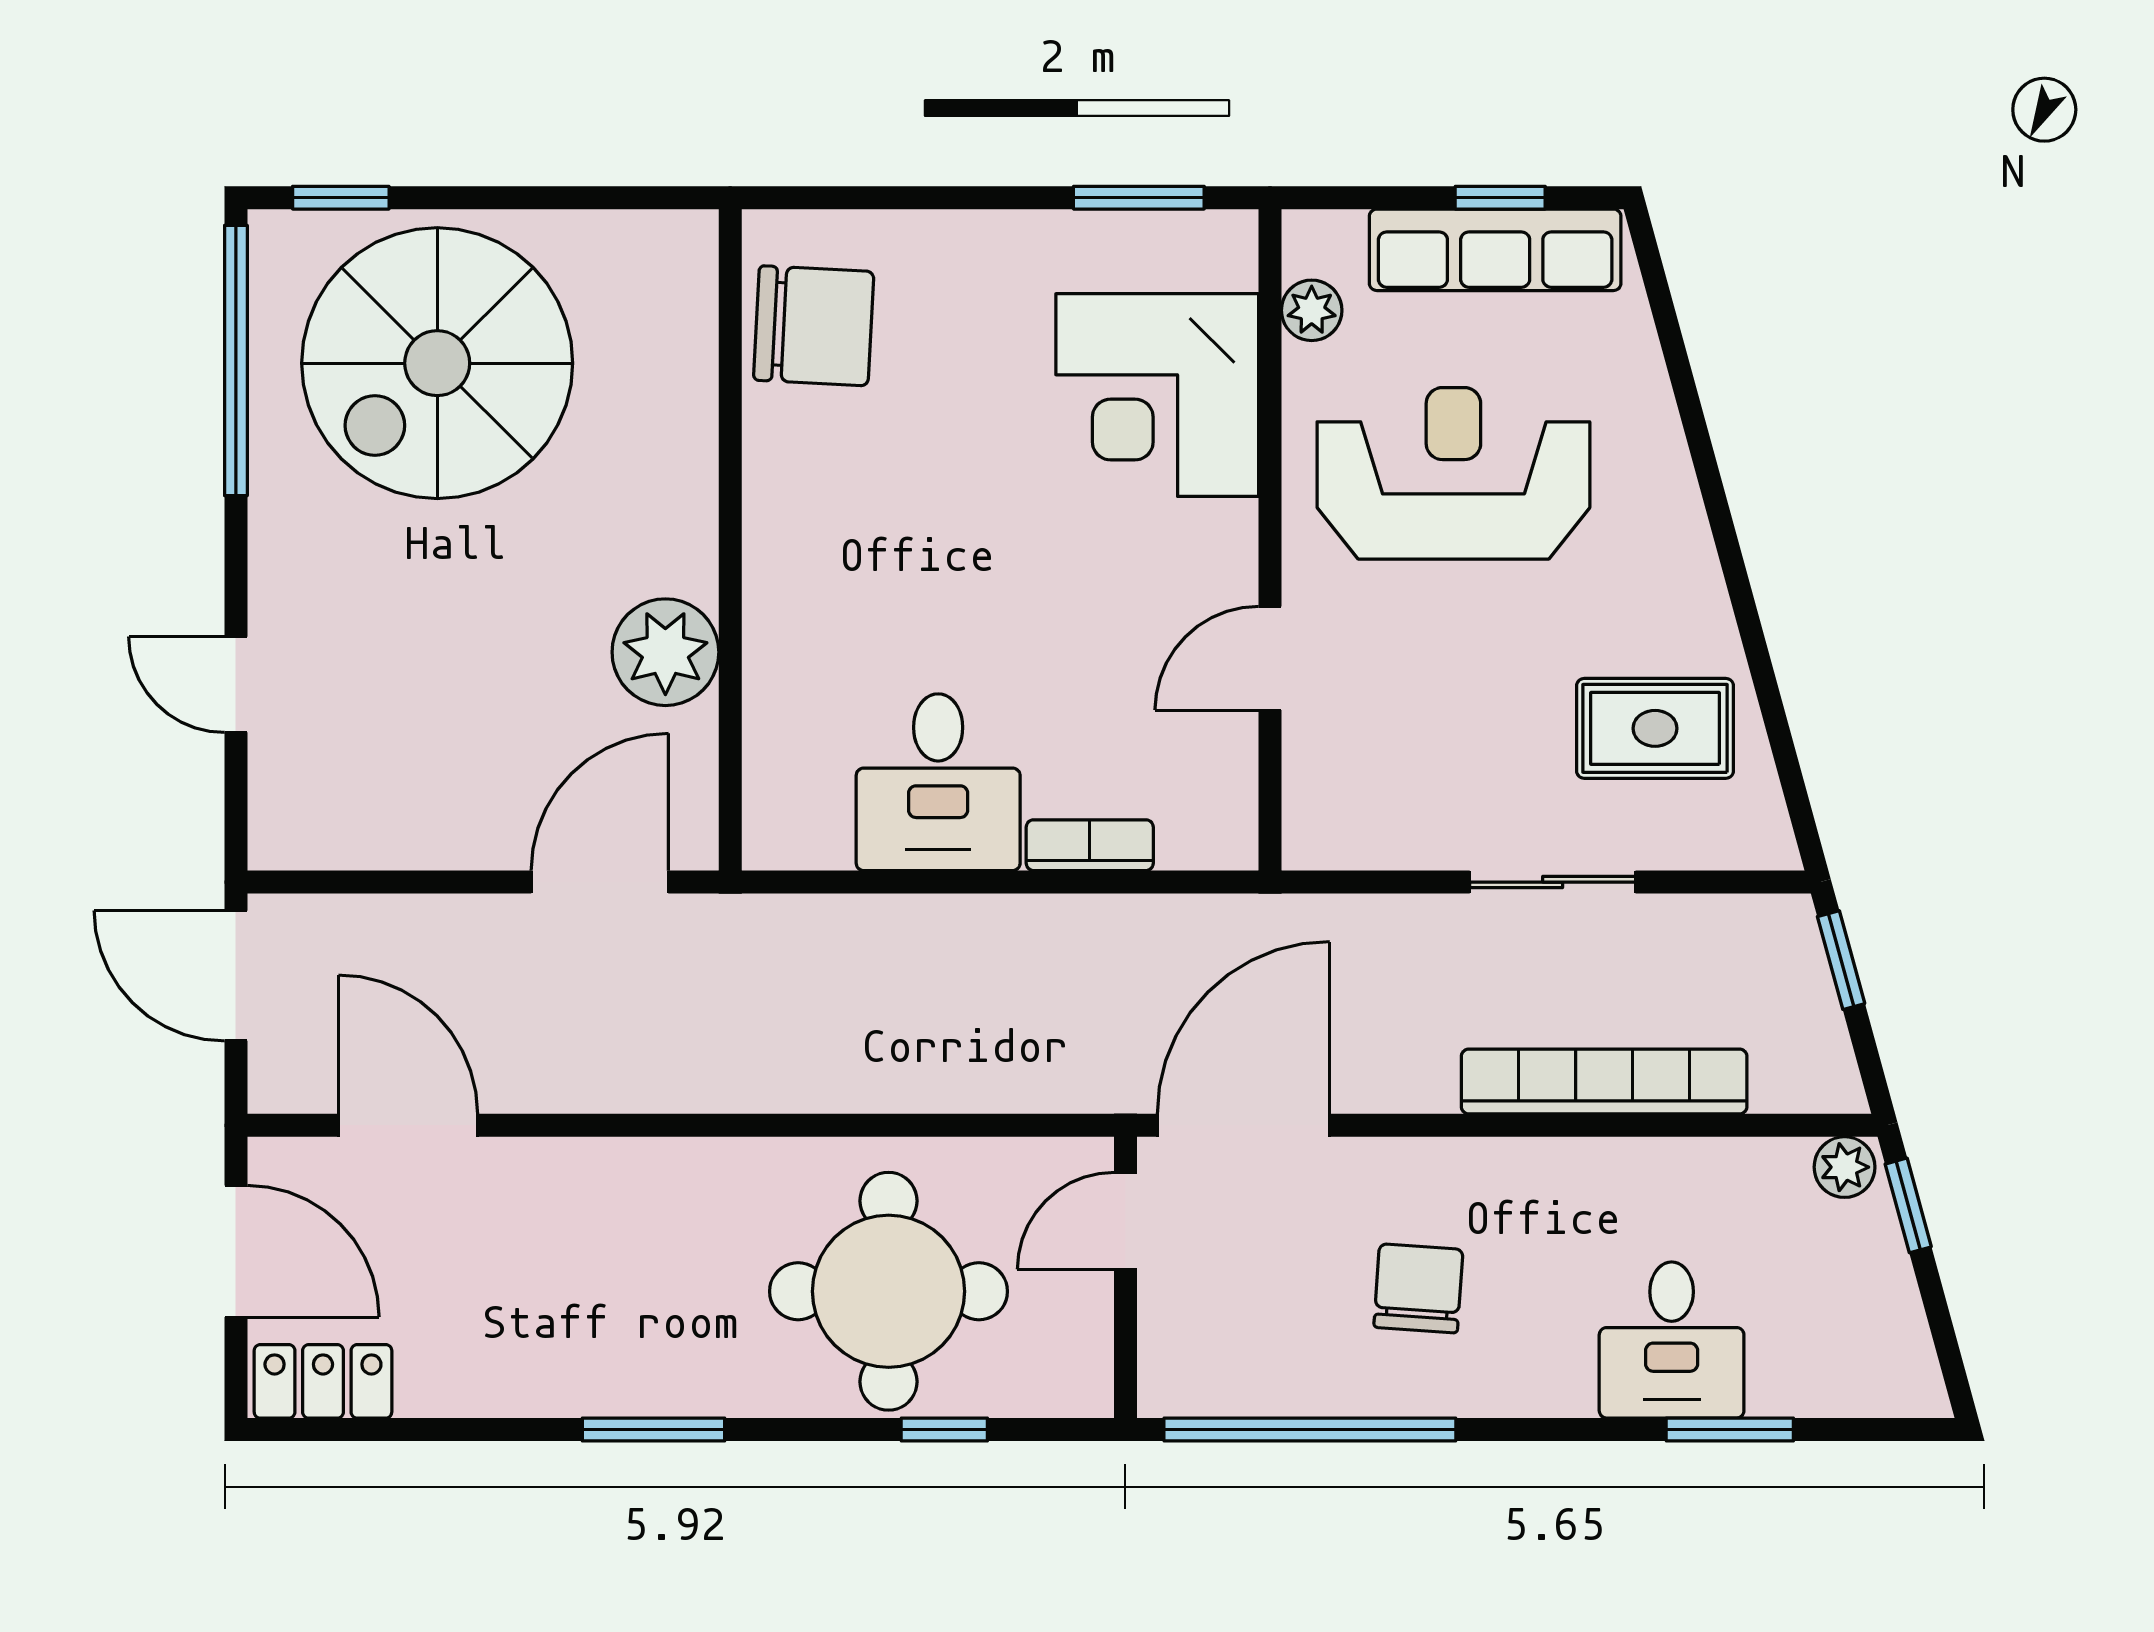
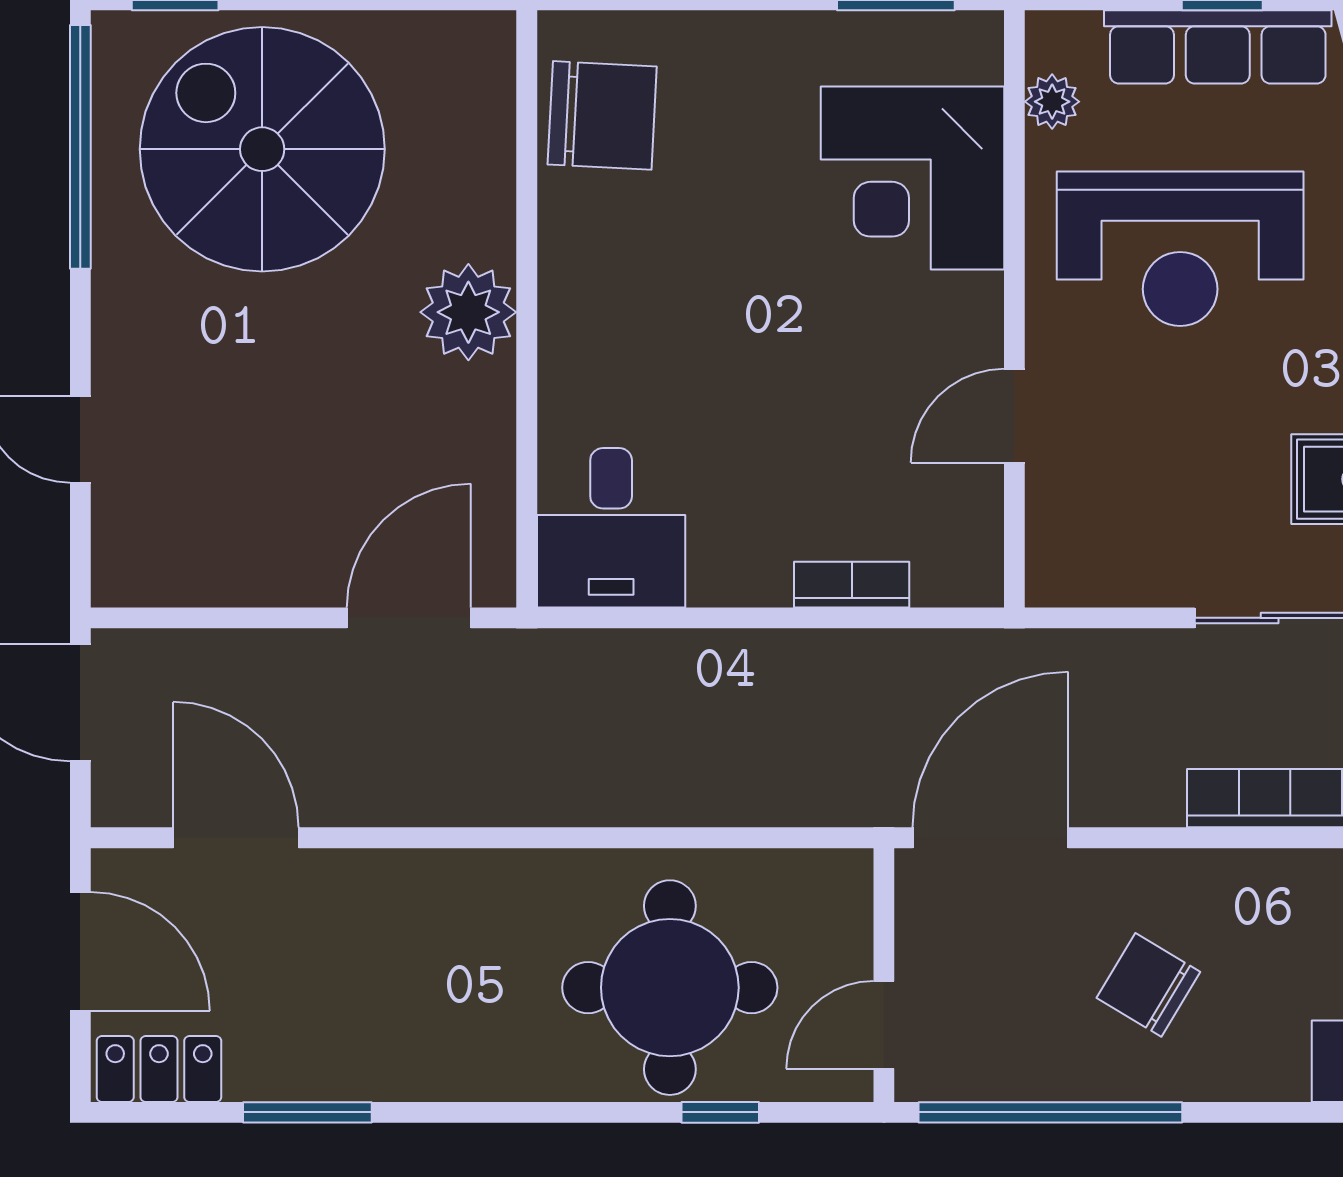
spiral stairs: (437, 363) -> (262, 149), turned 90
reception desk: (1453, 473) -> (1180, 249), turned 180
plant: (665, 652) -> (468, 312), moved
desk: (938, 782) -> (611, 528), moved
door: (1126, 1221) -> (884, 1025), moved
chair: (1418, 1288) -> (1148, 985), turned -63
window: (653, 1429) -> (307, 1112), moved

